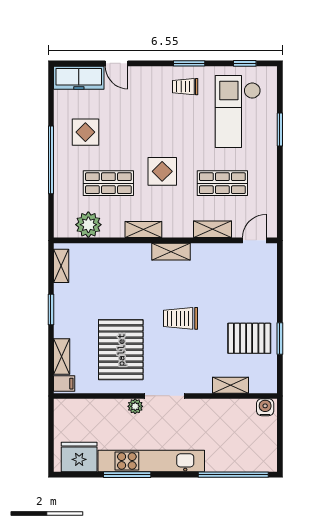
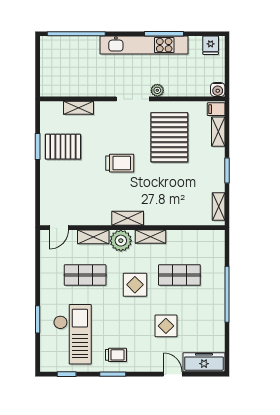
display table: (85, 132) -> (166, 326), moved
plant: (88, 225) -> (121, 241), moved
water cooler: (265, 407) -> (218, 90), moved
fridge: (79, 457) -> (211, 45), width x0.53, depth x0.75

